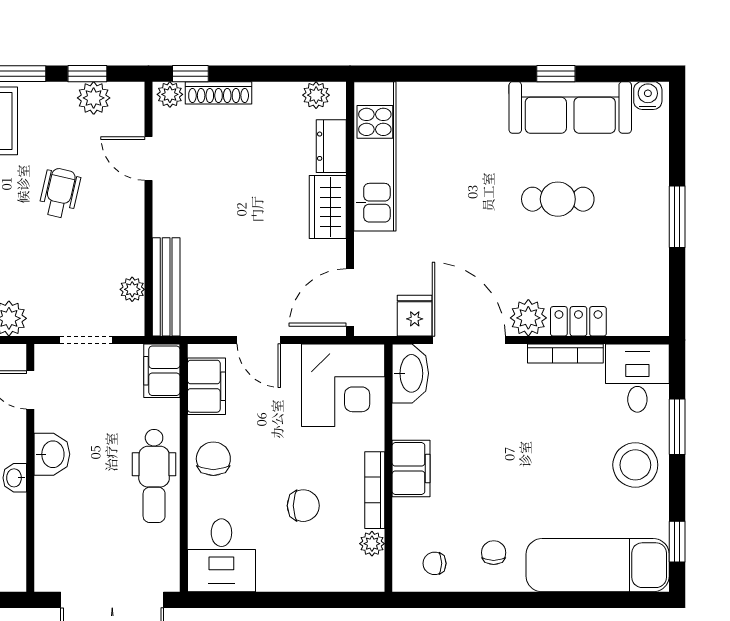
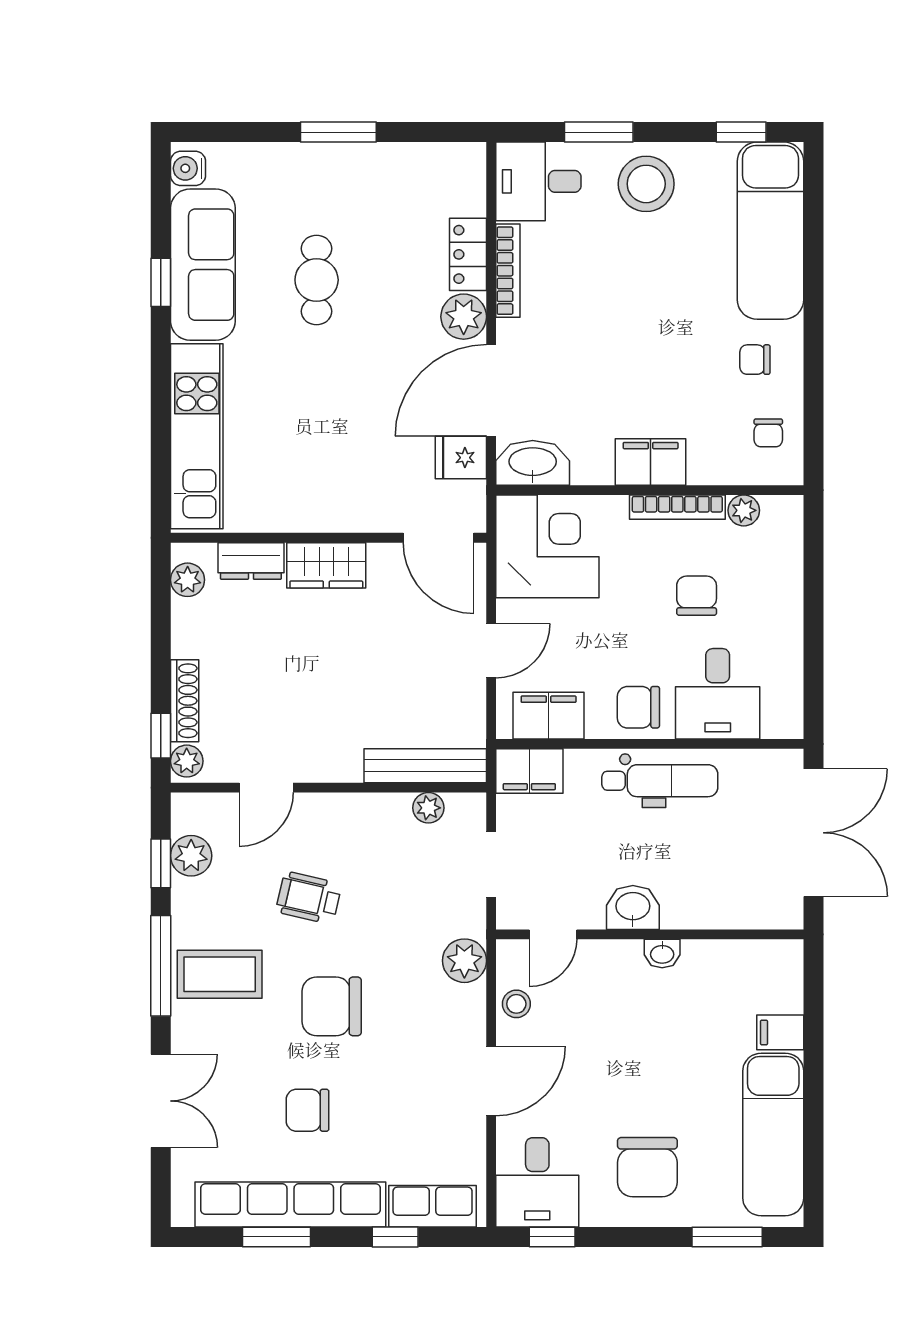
kitchen unit: (375, 156) -> (197, 436), moved, turned 90
desk: (221, 555) -> (718, 694), moved, turned 90

